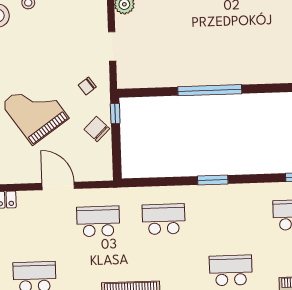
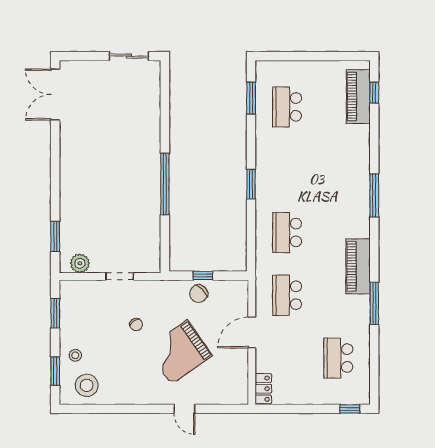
chair: (87, 86) -> (136, 325), moved
window: (115, 113) -> (203, 276), moved
school desk: (231, 270) -> (338, 170), removed

